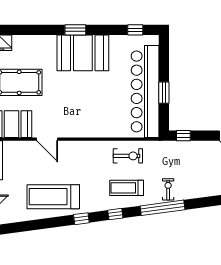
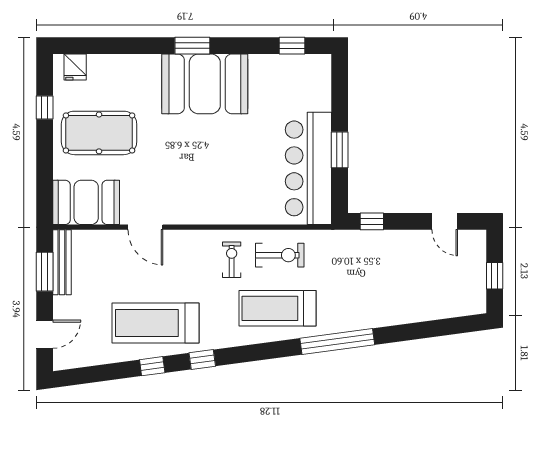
bar counter: (145, 91) -> (308, 168), width x0.73
treadmill: (127, 188) -> (278, 308), width x1.37, depth x1.38
exercise bike: (168, 189) -> (232, 260), moved
window: (115, 214) -> (152, 366), moved

